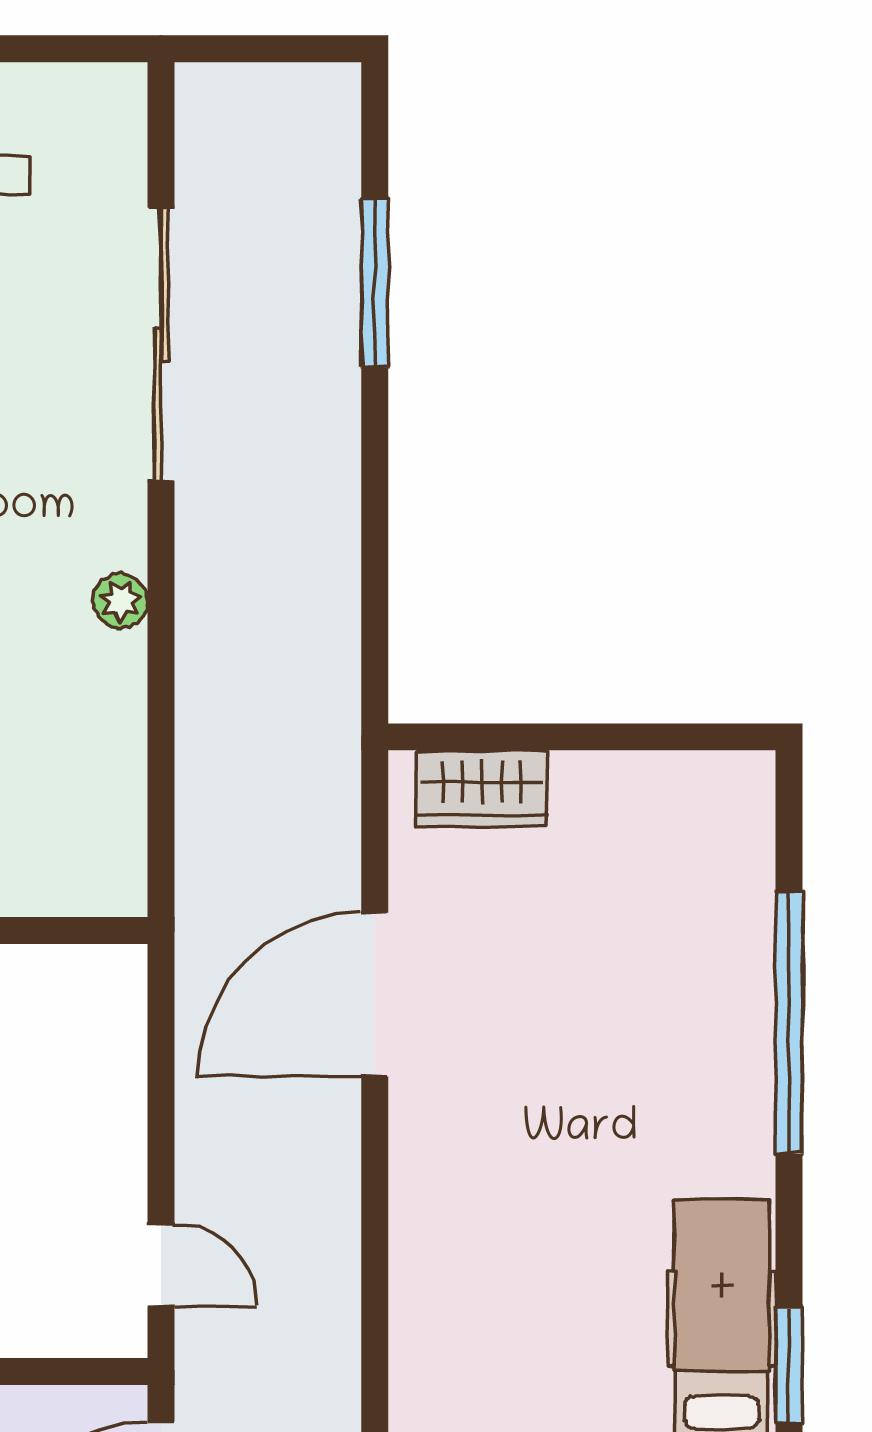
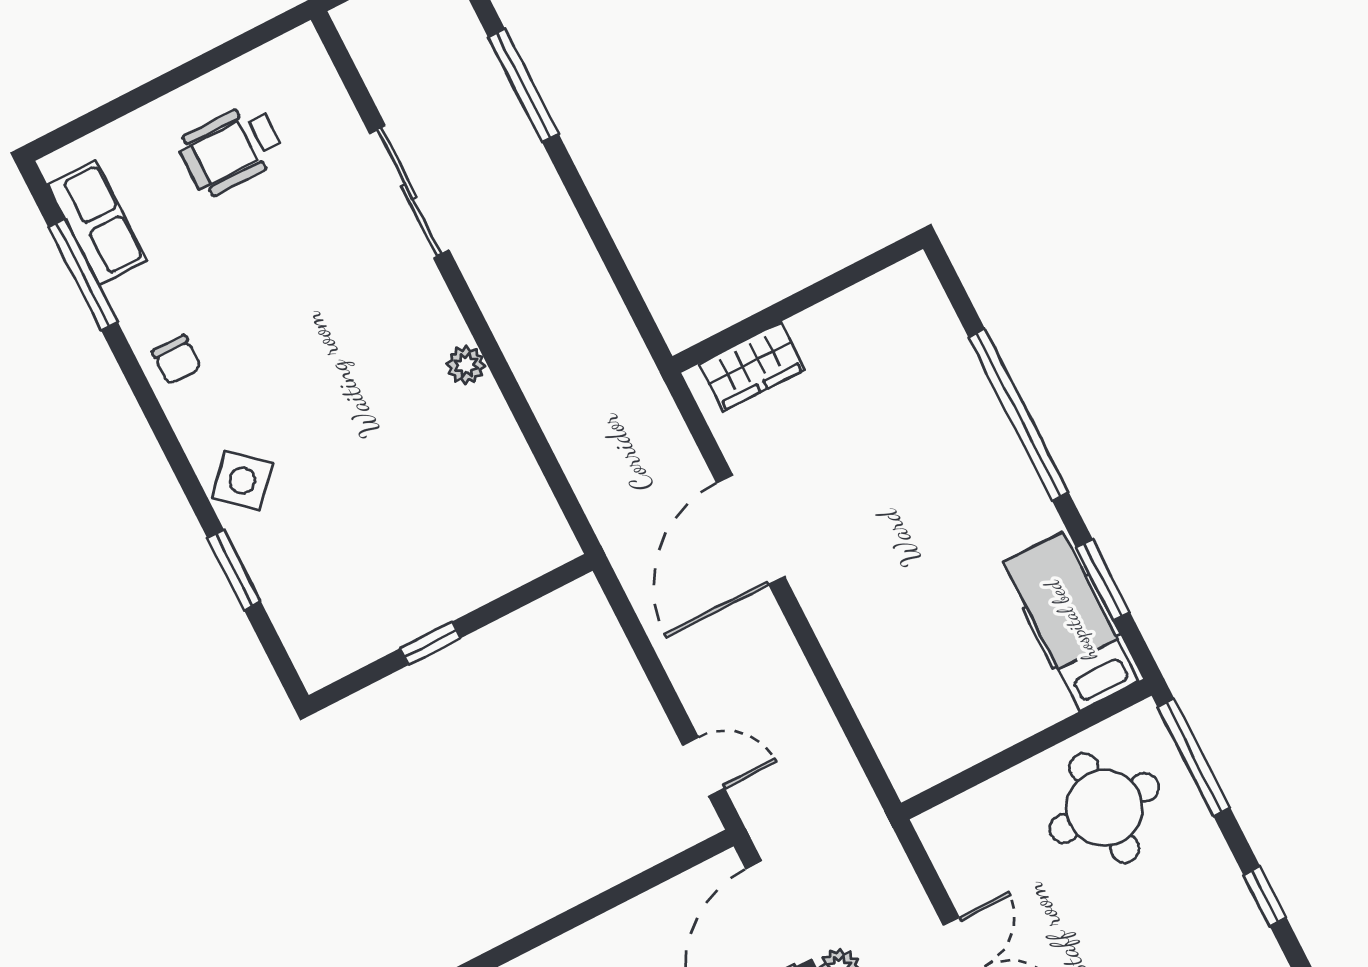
sliding door: (161, 344) -> (409, 192), width x0.73
window: (789, 1365) -> (1103, 580), moved

